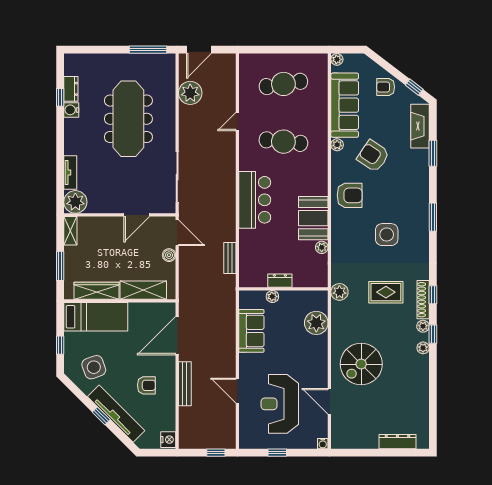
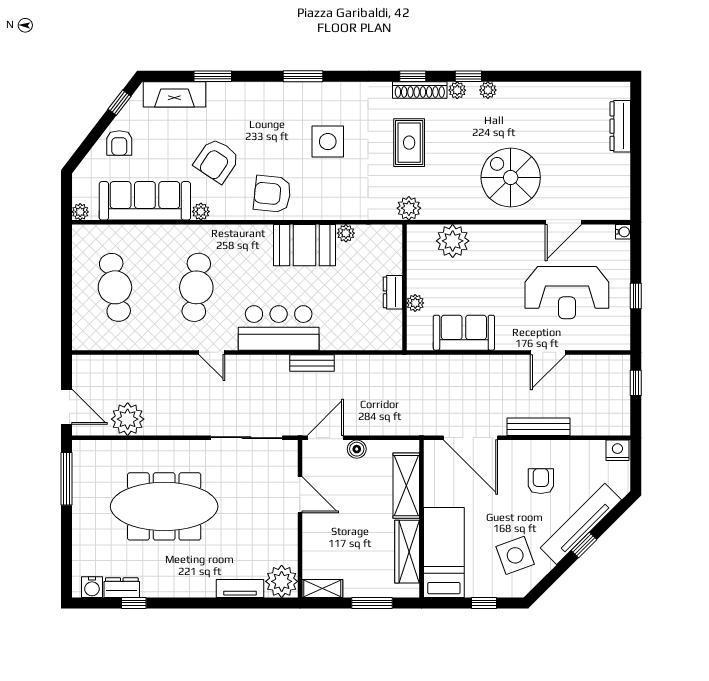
water cooler: (71, 110) -> (92, 587), moved
door: (237, 122) -> (212, 352), moved
armchair: (350, 195) -> (272, 194), turned -84
bench: (230, 258) -> (312, 363), moved
spiral stairs: (361, 364) -> (511, 178), turned 180

